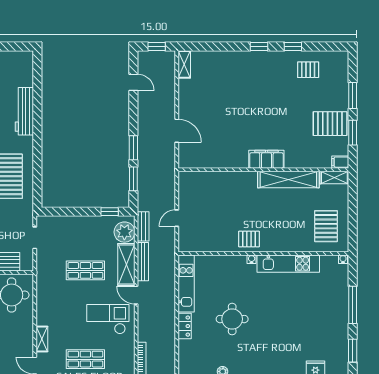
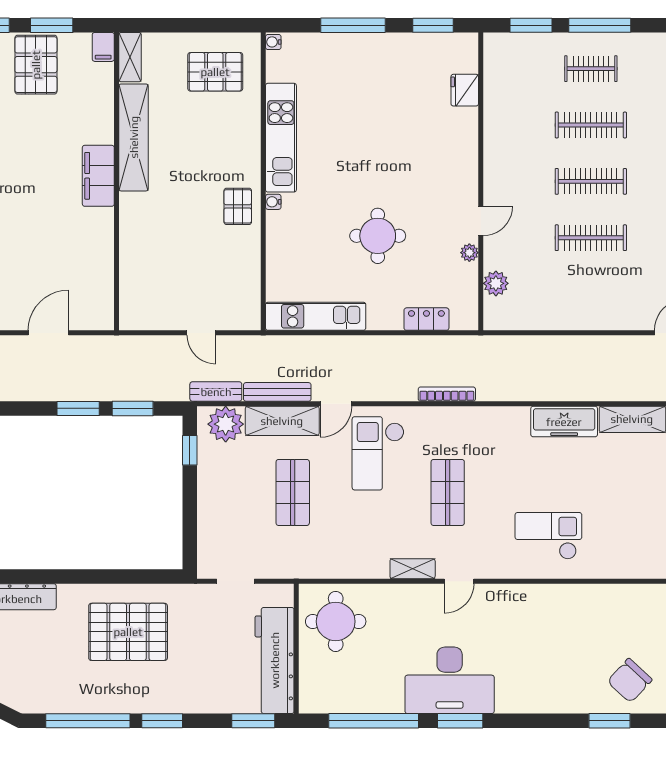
locker: (185, 326) -> (426, 319), moved

